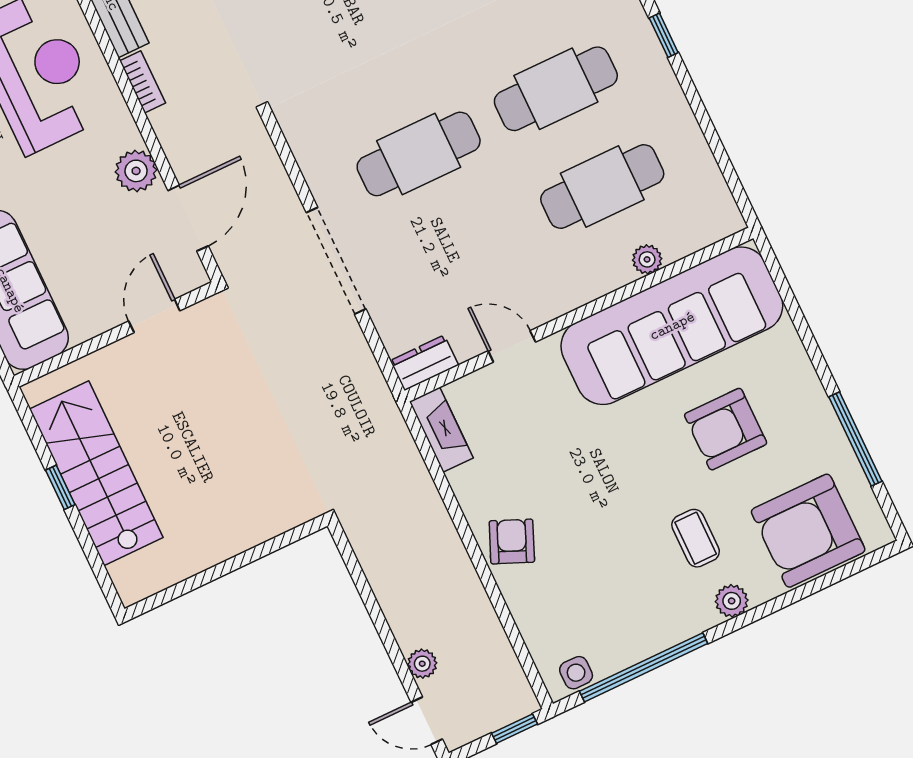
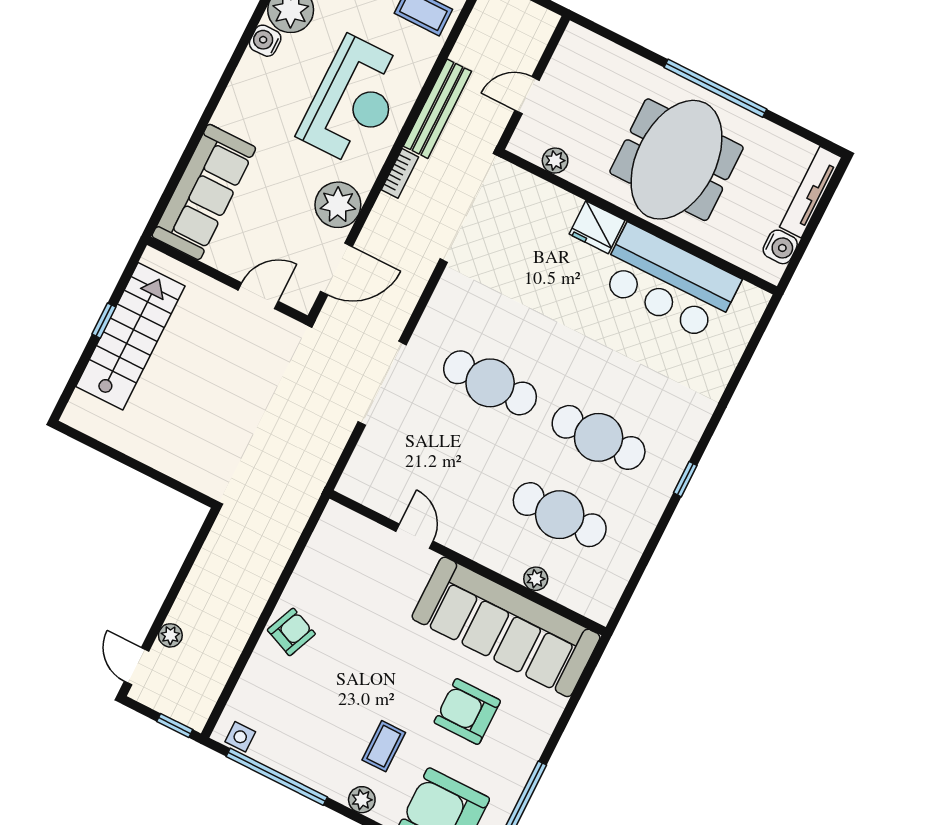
plant: (136, 171) -> (338, 205), width x1.36, depth x1.36
dresser: (424, 363) -> (361, 489), removed
fireplace: (441, 430) -> (327, 533), removed

